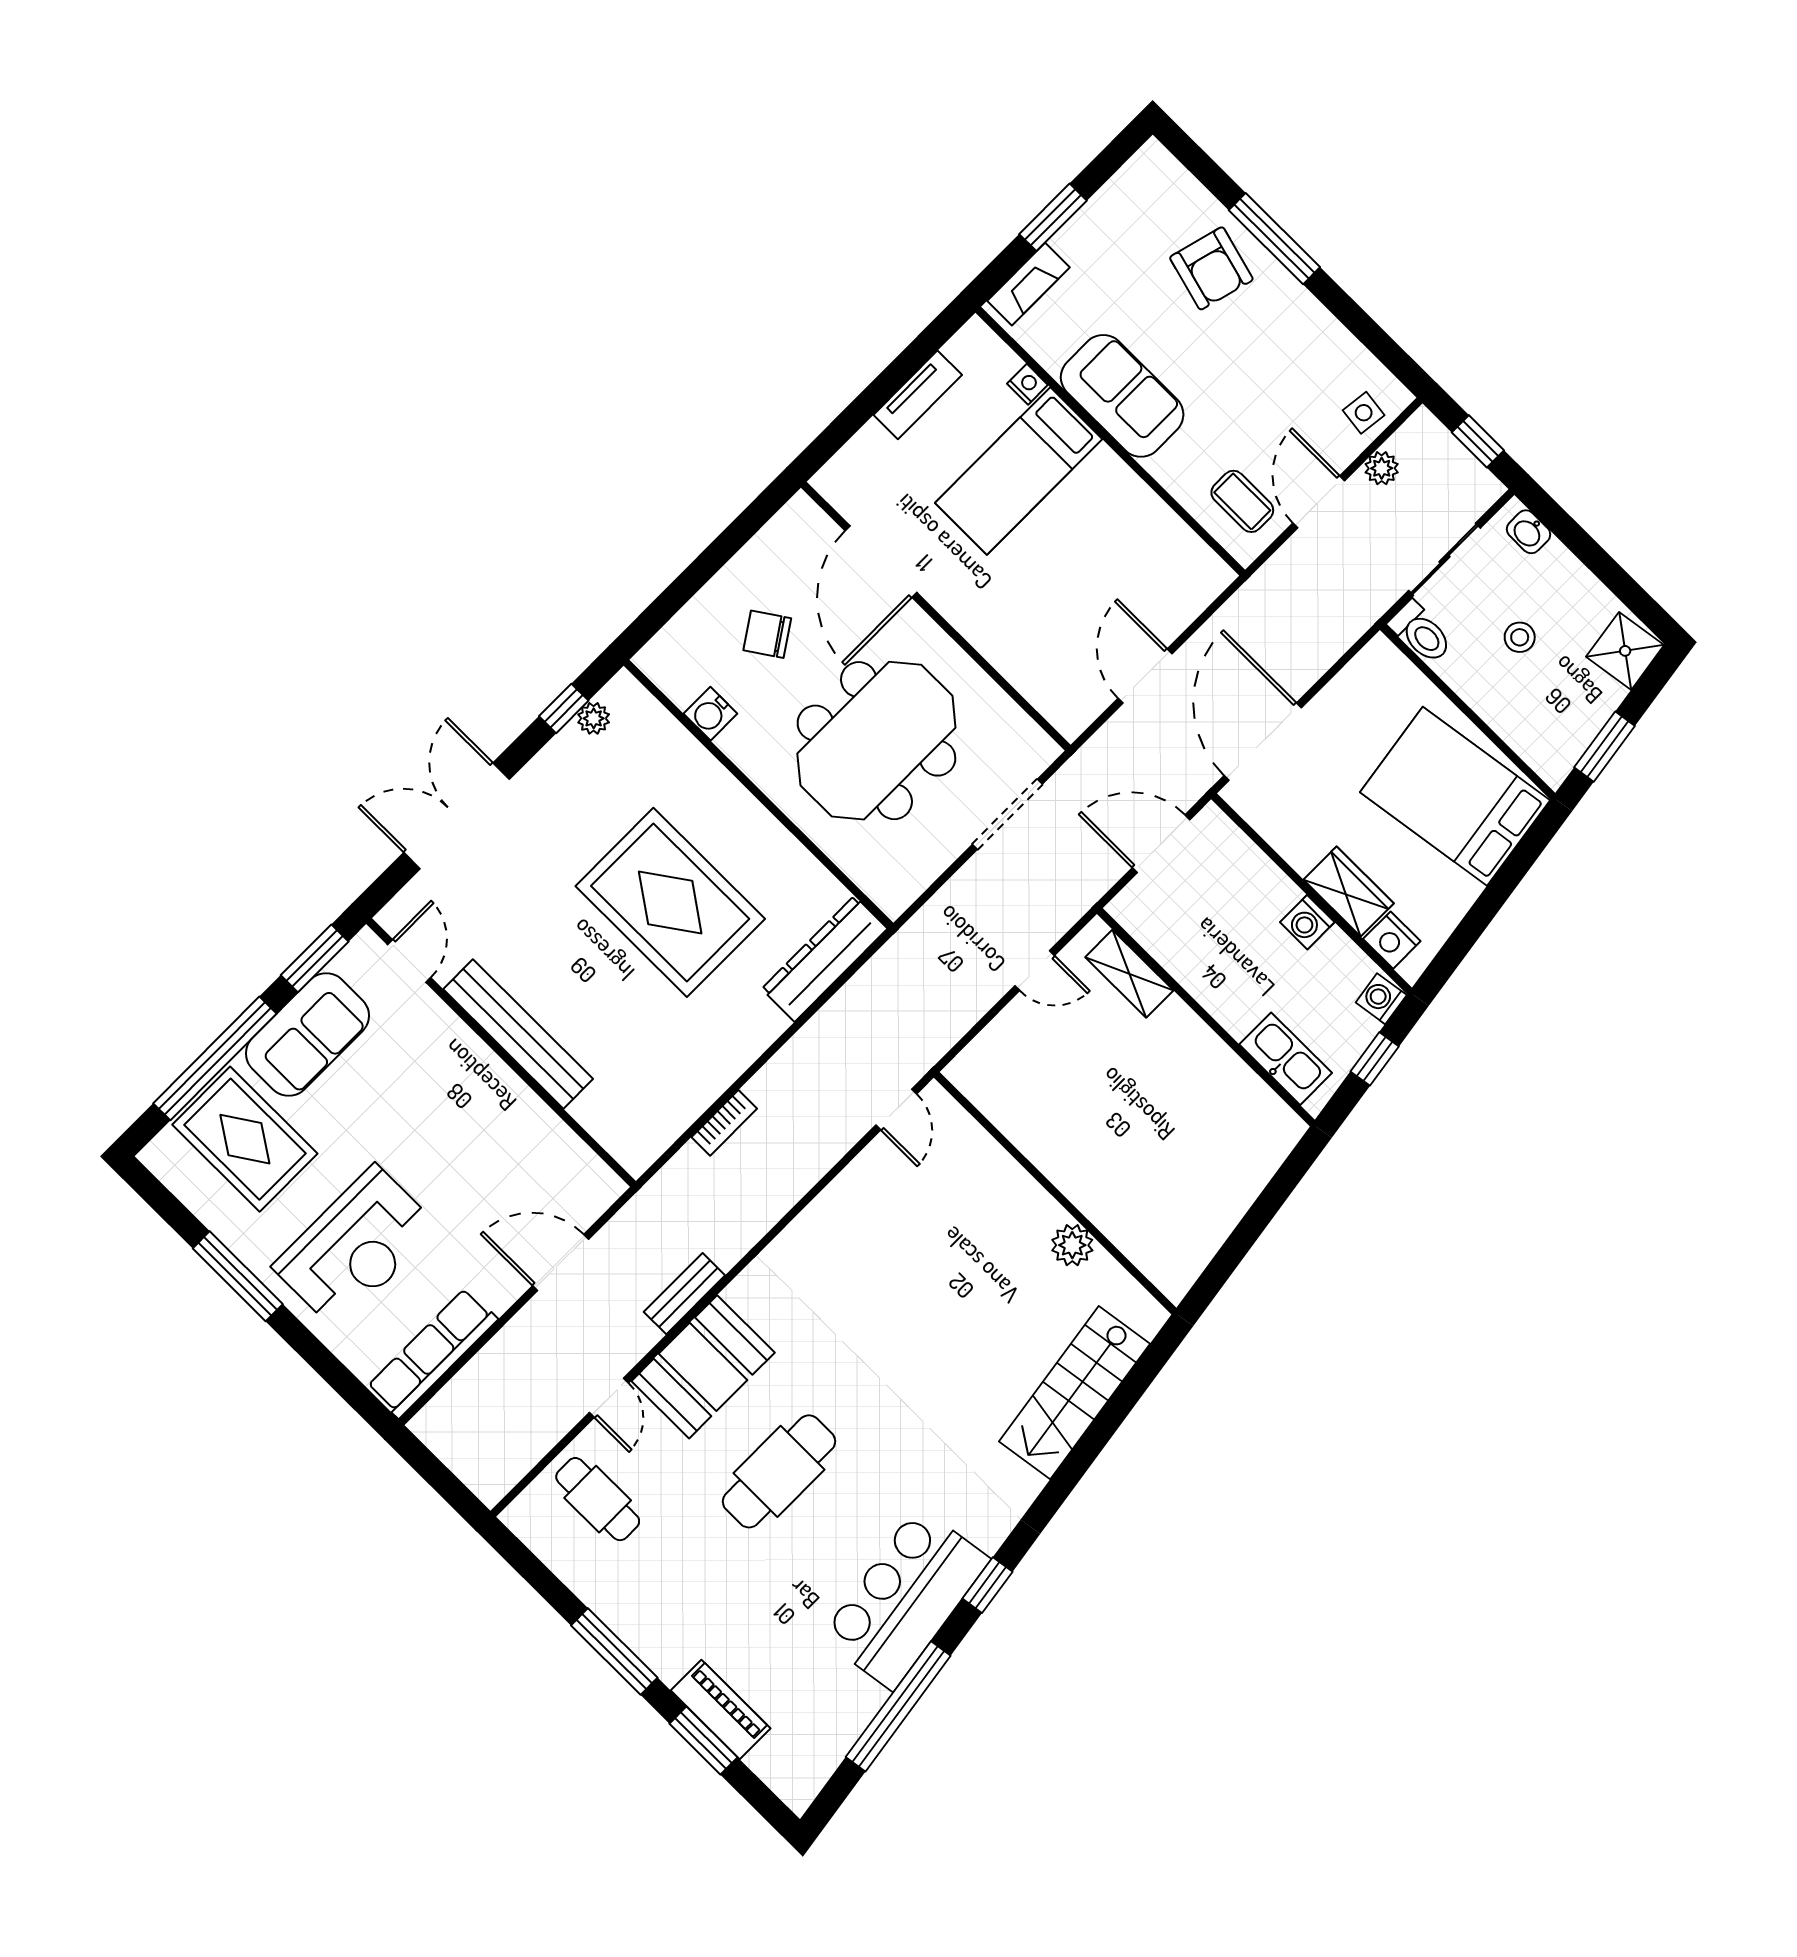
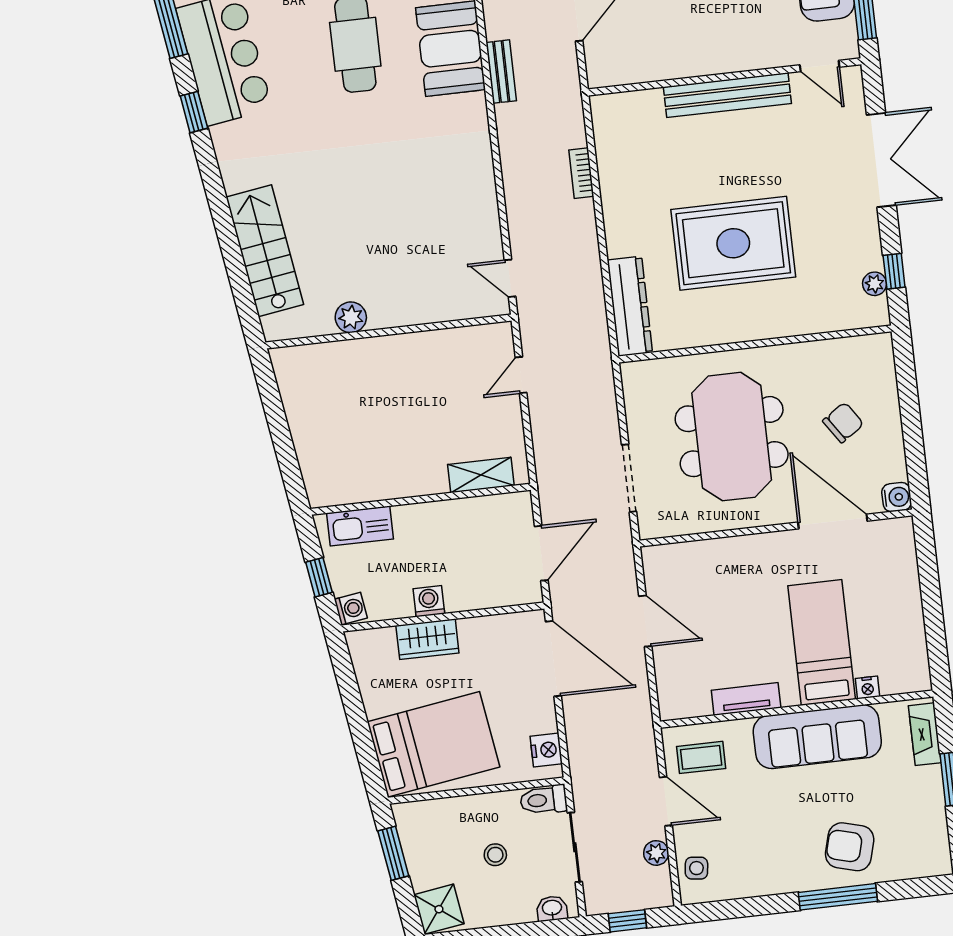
tv unit: (918, 395) -> (746, 699), moved, turned 90
sofa: (1122, 396) -> (817, 737), width x1.36
water cooler: (710, 714) -> (897, 497), moved, turned 90
nightstand: (1392, 940) -> (546, 750), moved, turned 90
door: (1035, 971) -> (521, 375), moved

